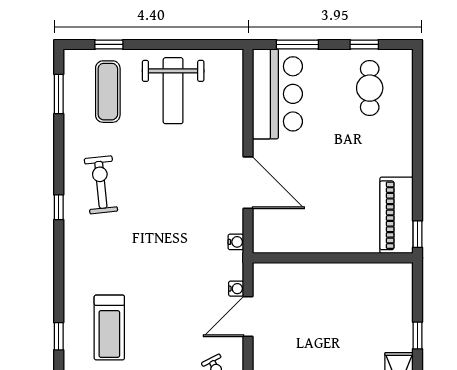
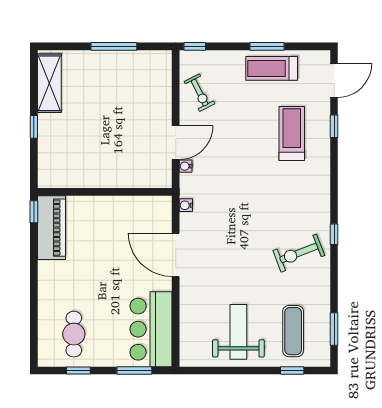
exercise bike: (101, 185) -> (299, 253), turned 75

